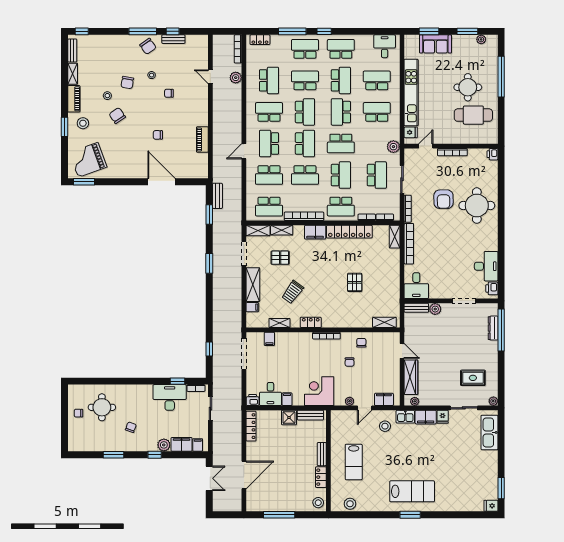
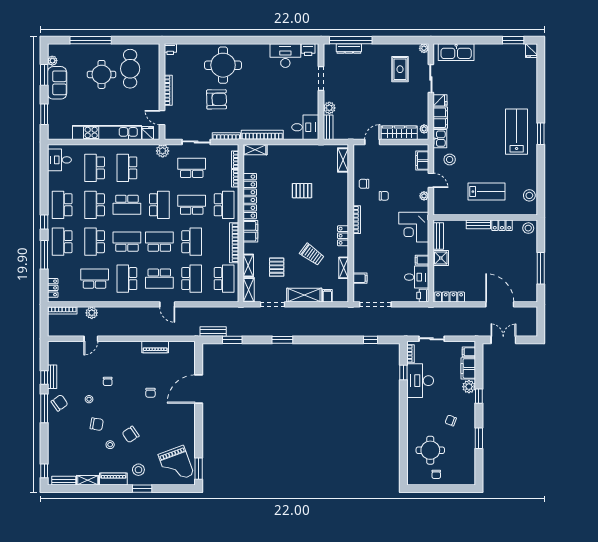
sofa: (435, 44) -> (57, 83), moved
school desk: (341, 80) -> (95, 205), turned -90

